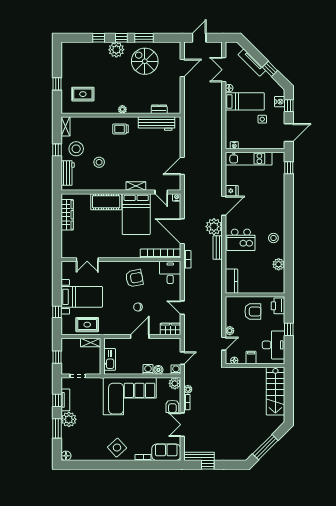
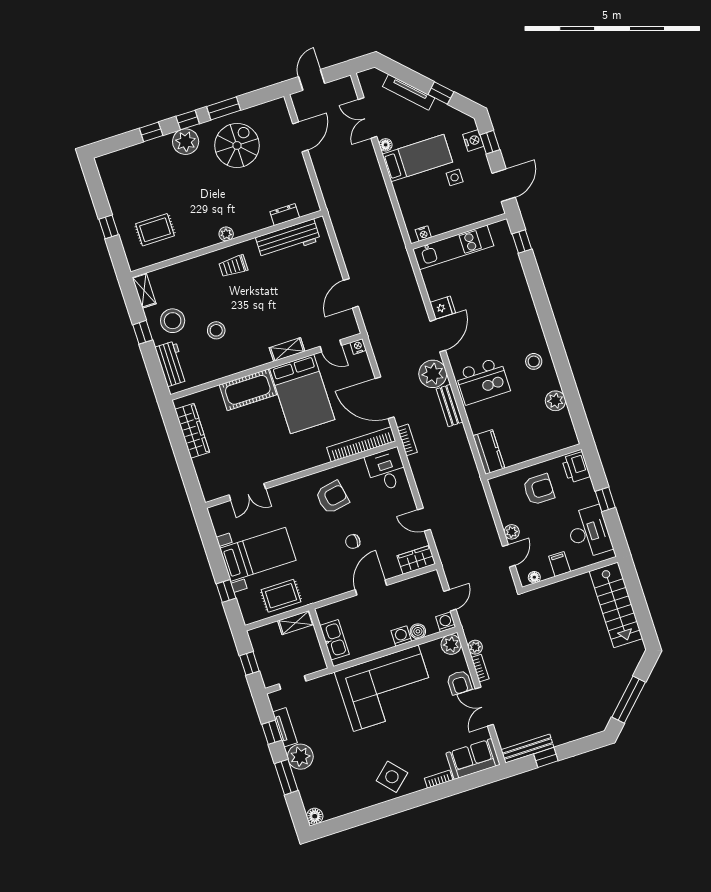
spiral stairs: (145, 61) -> (237, 145), turned 90

